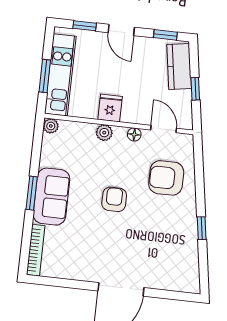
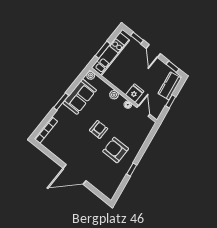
fridge: (110, 108) -> (135, 93), moved
armchair: (166, 178) -> (116, 150), moved
sofa: (51, 197) -> (80, 97), moved

